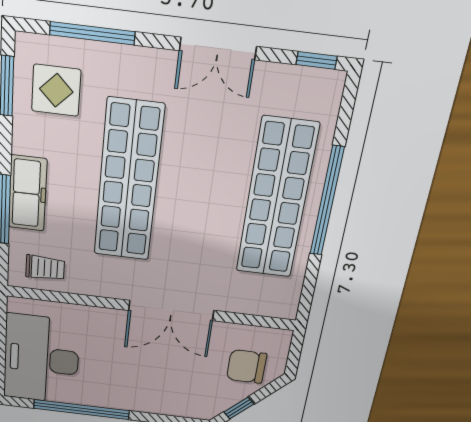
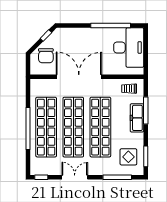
shop shelf: (203, 190) -> (73, 127), added
double door: (171, 310) -> (79, 77), width x1.36
chair: (247, 367) -> (46, 56), turned 90

